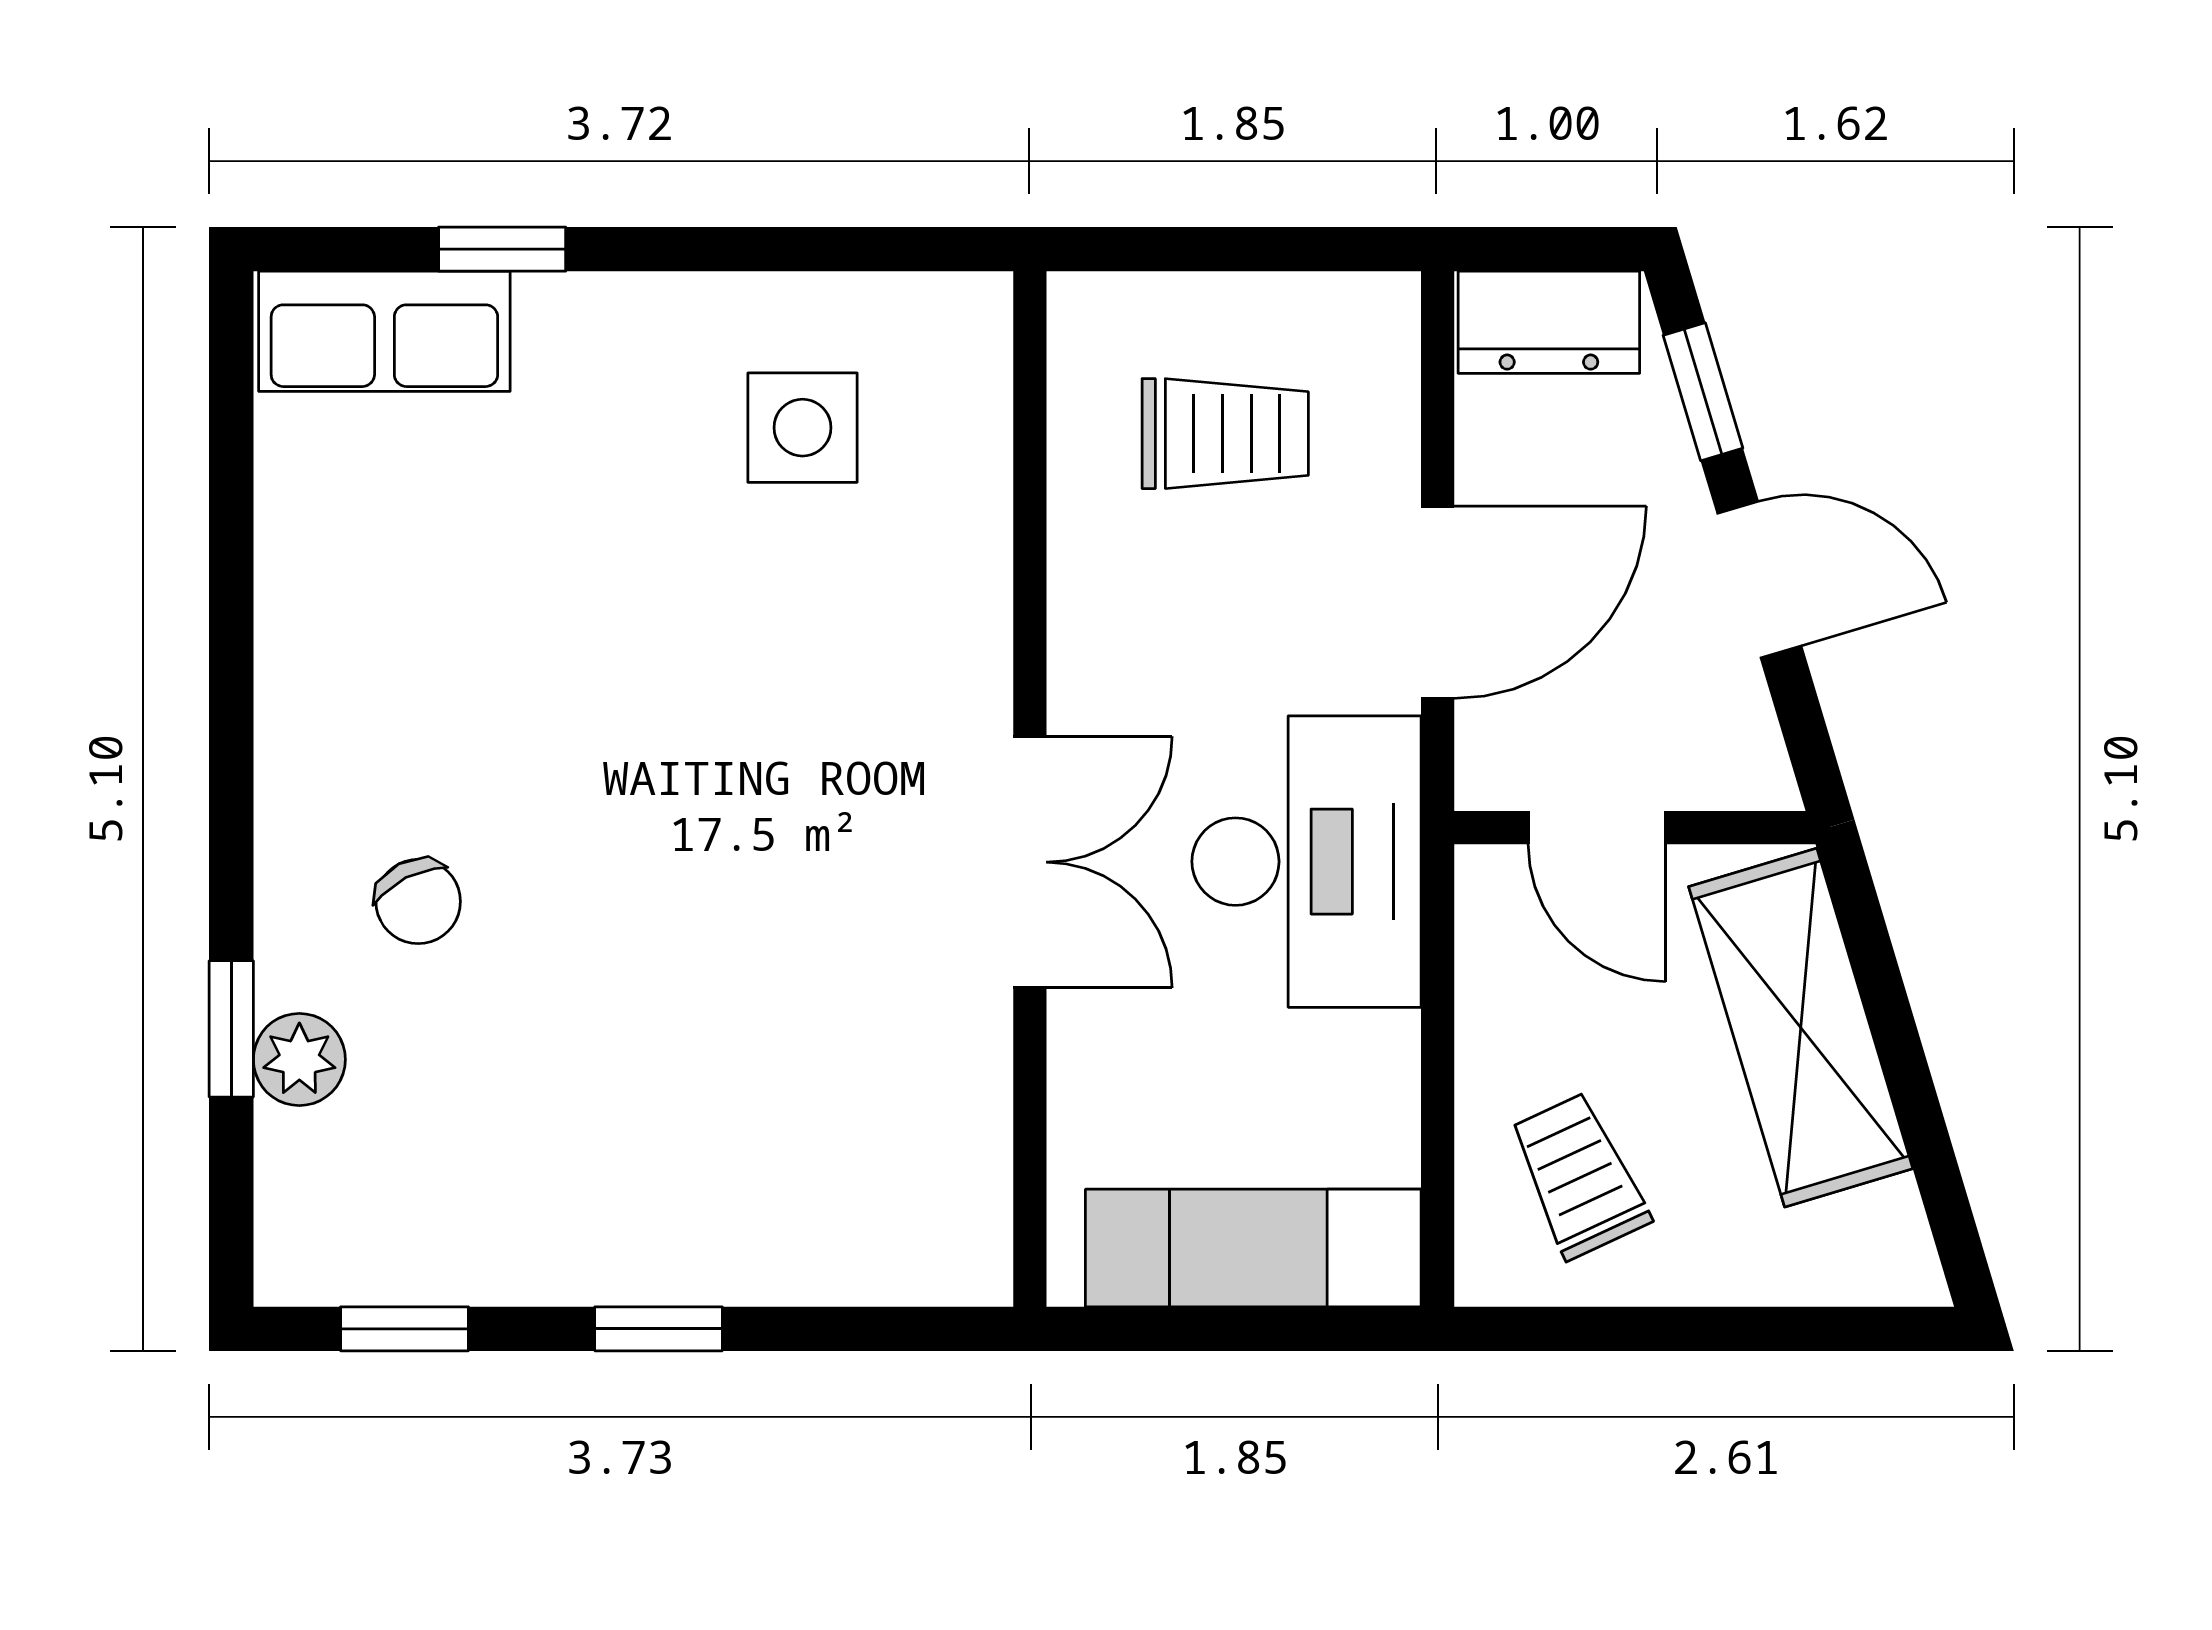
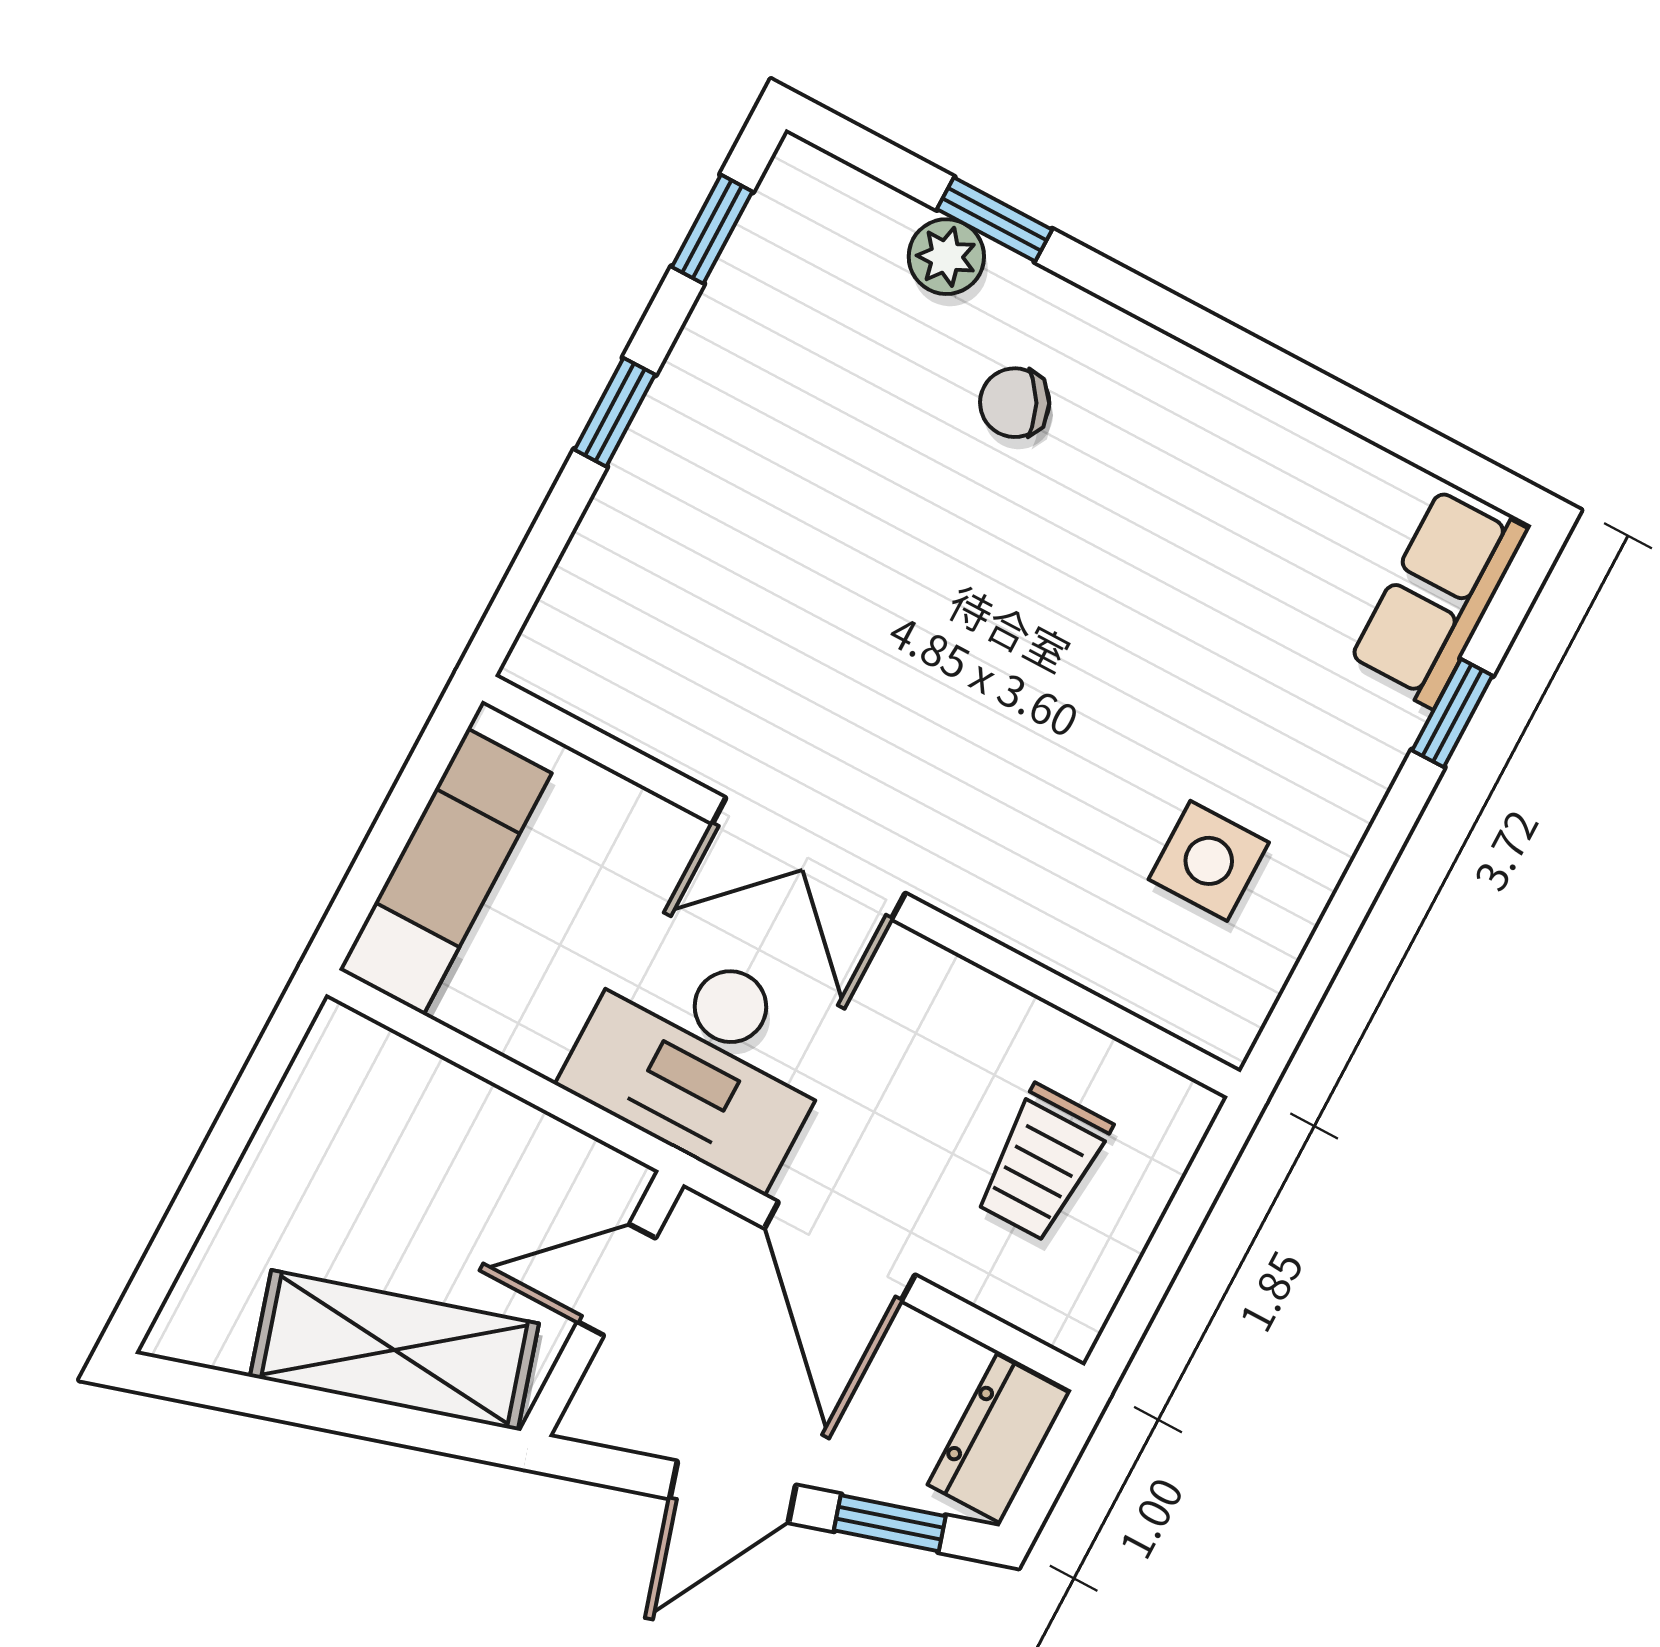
trolley: (1579, 1176) -> (373, 1134), removed

